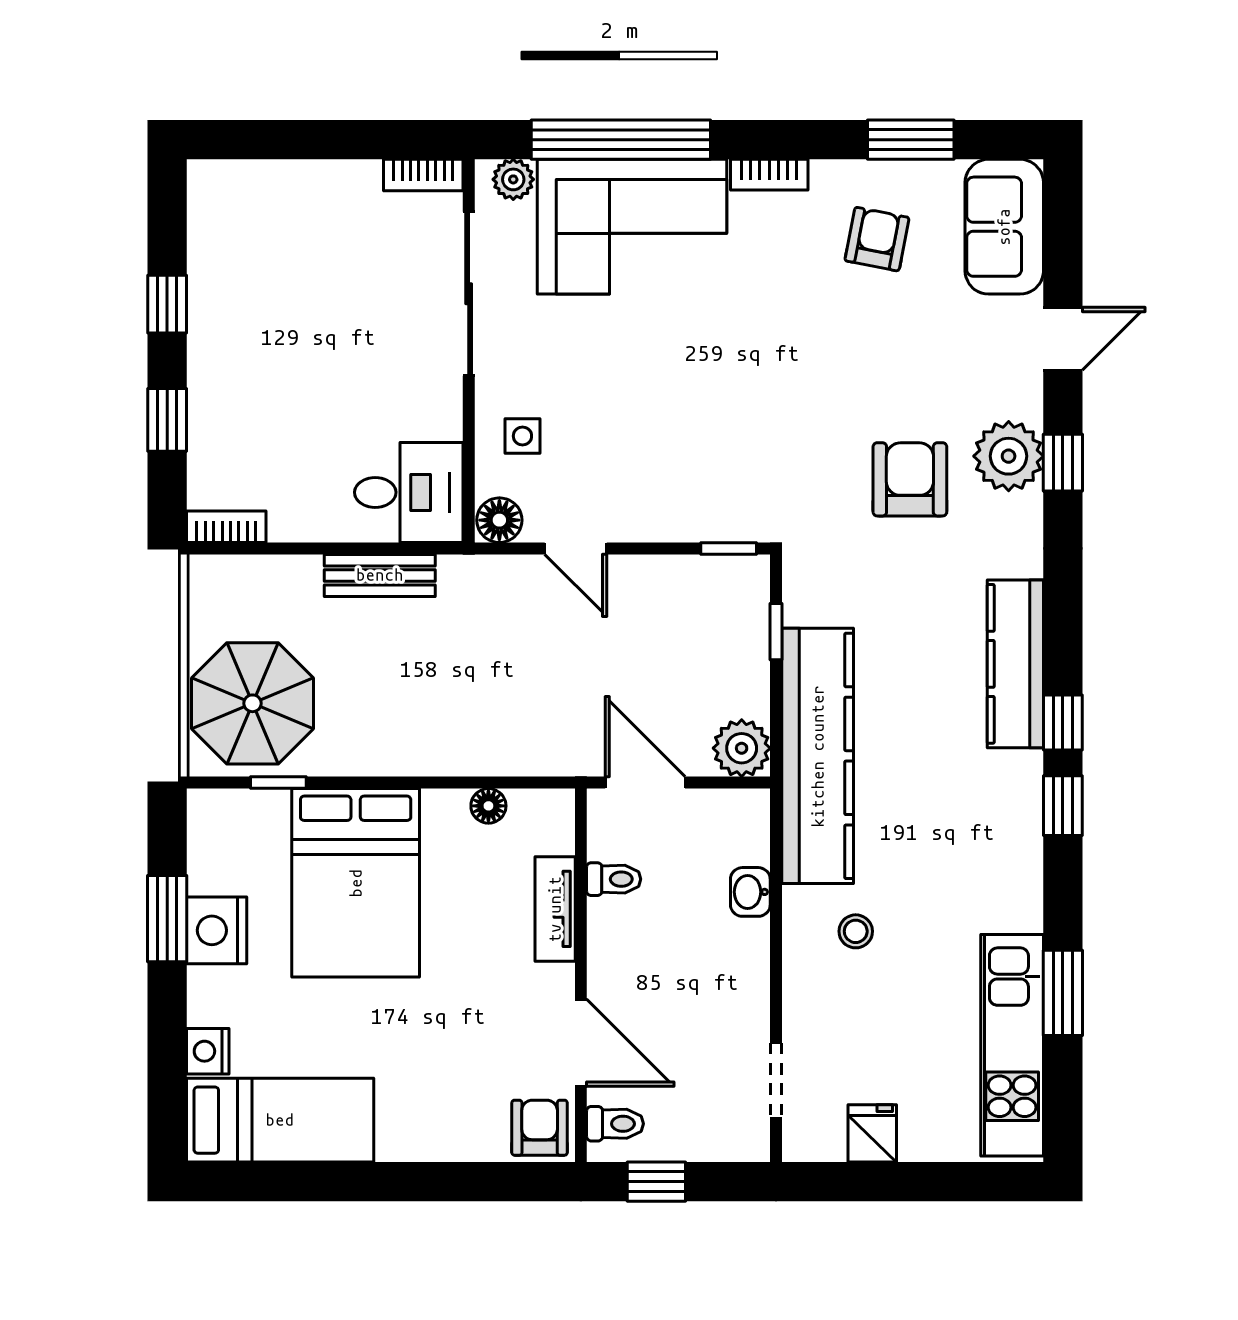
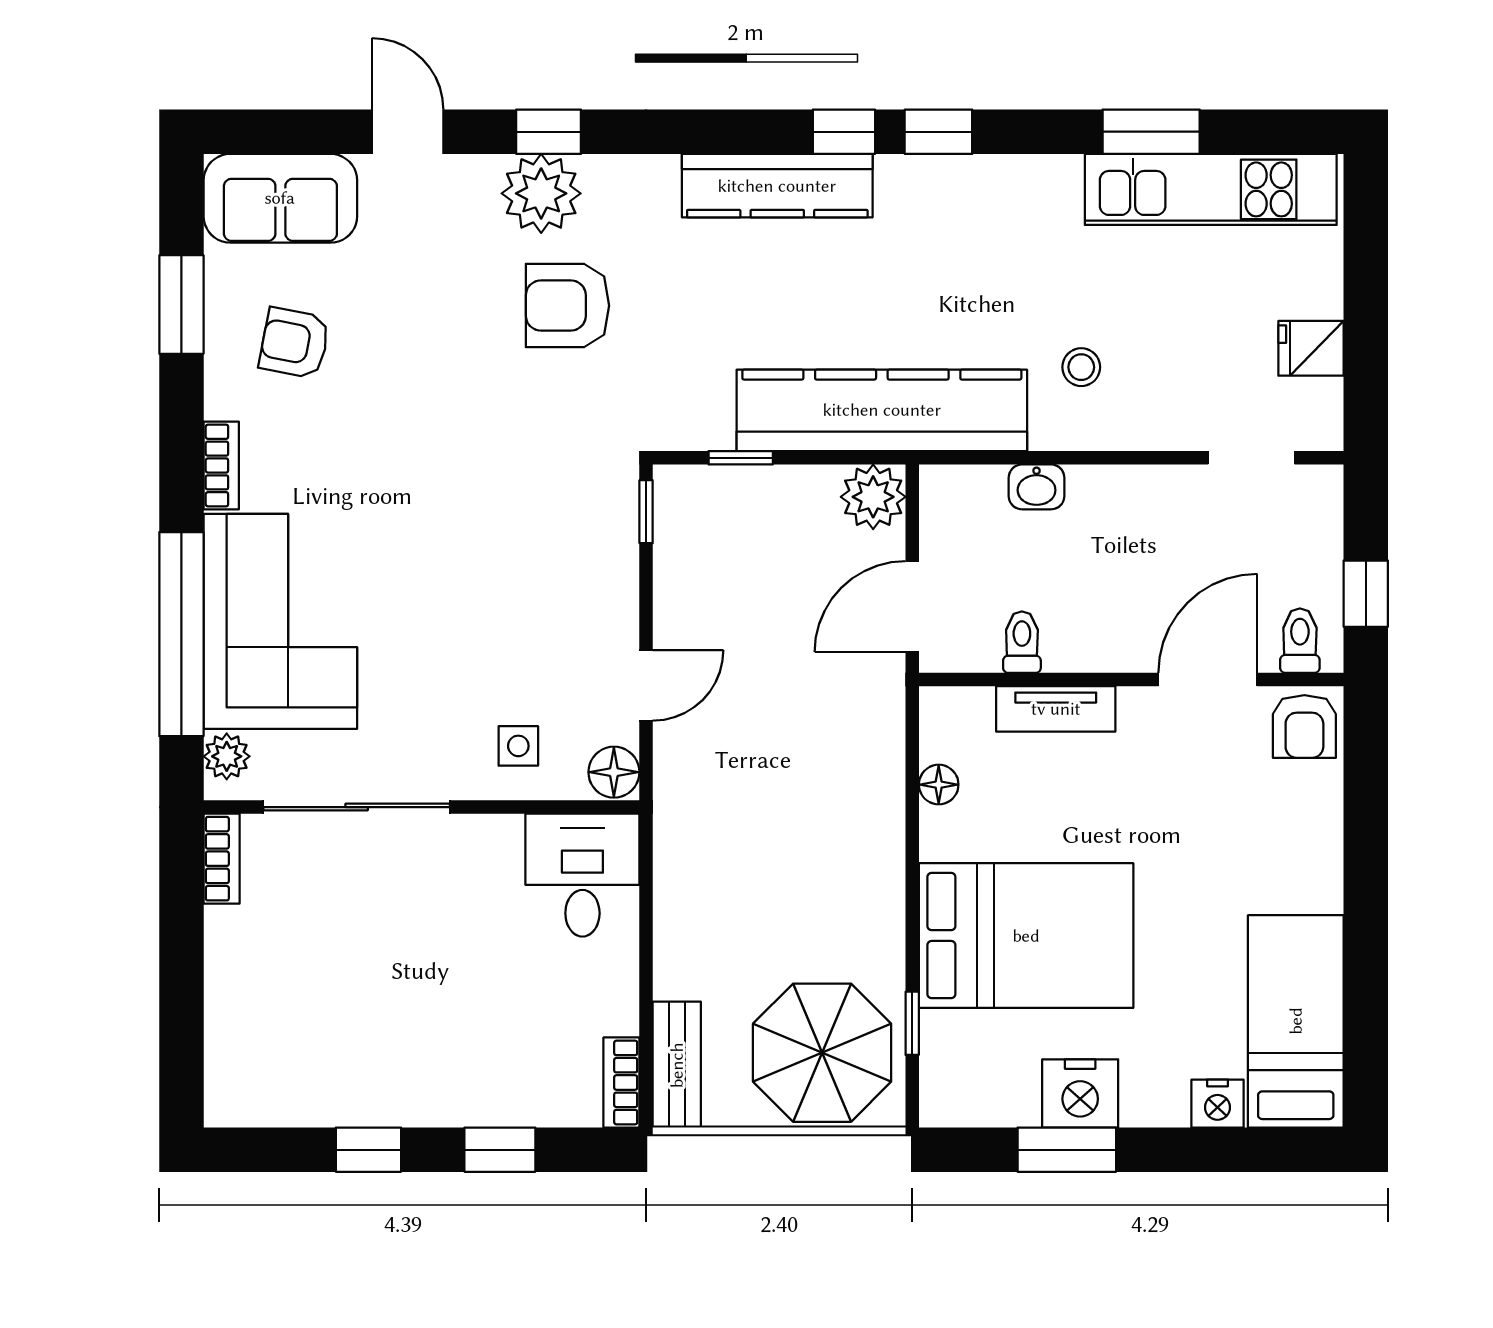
bench: (380, 575) -> (677, 1065), moved
armchair: (540, 1128) -> (1304, 726), turned -90

